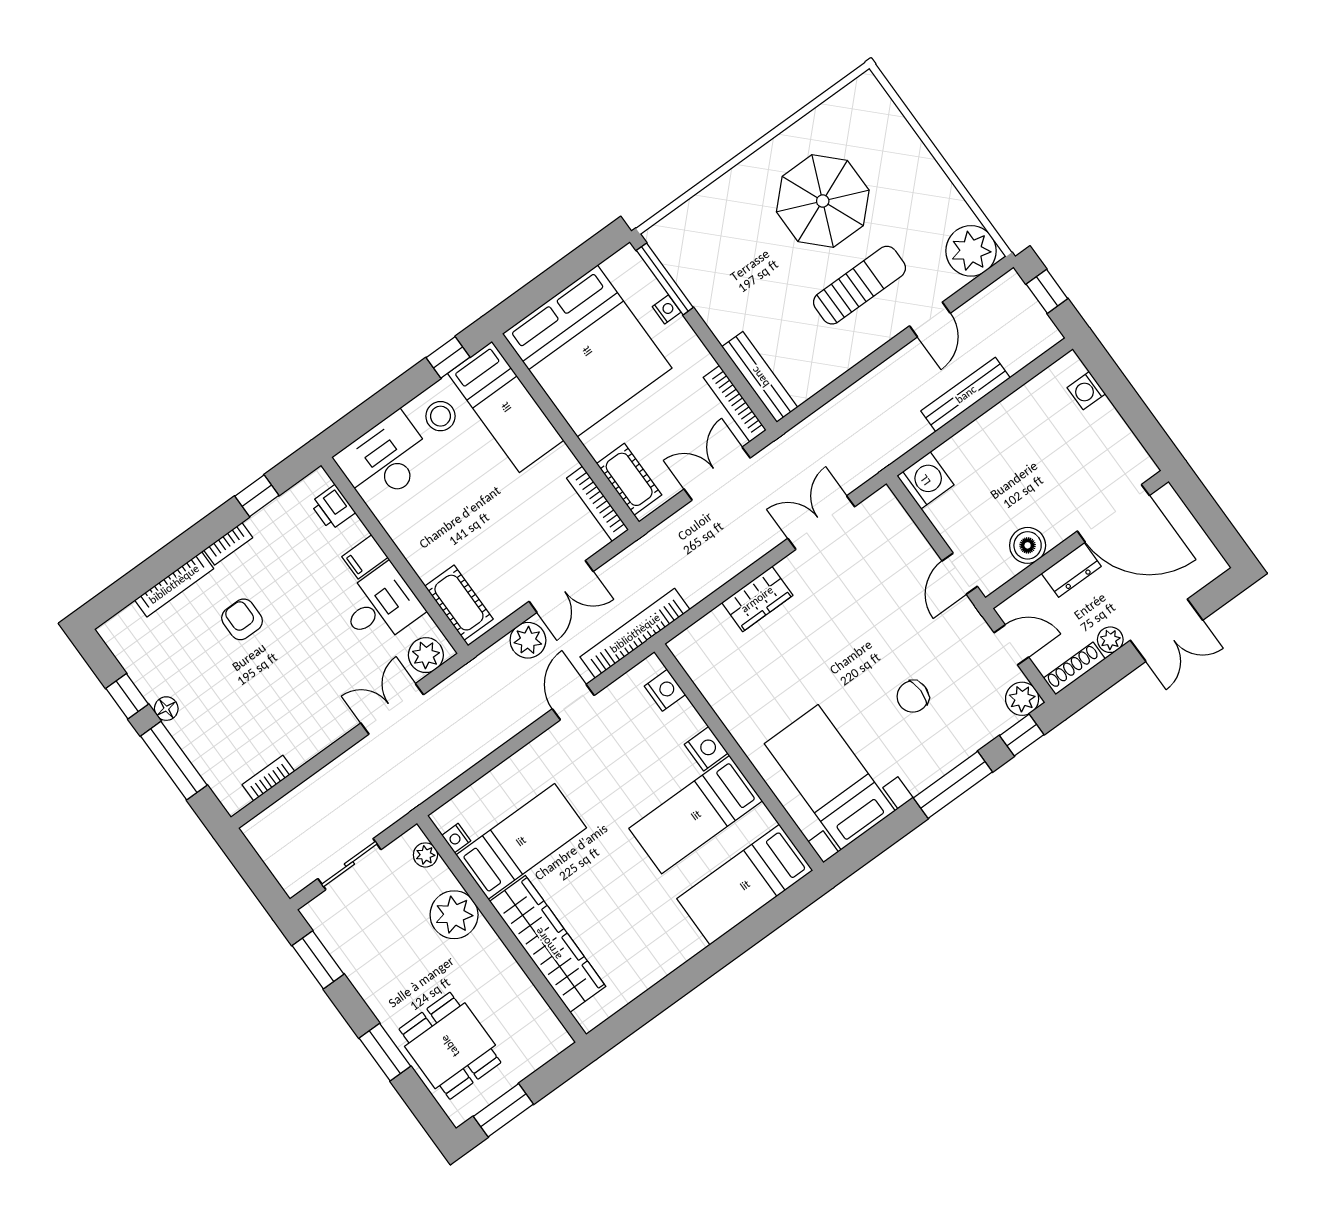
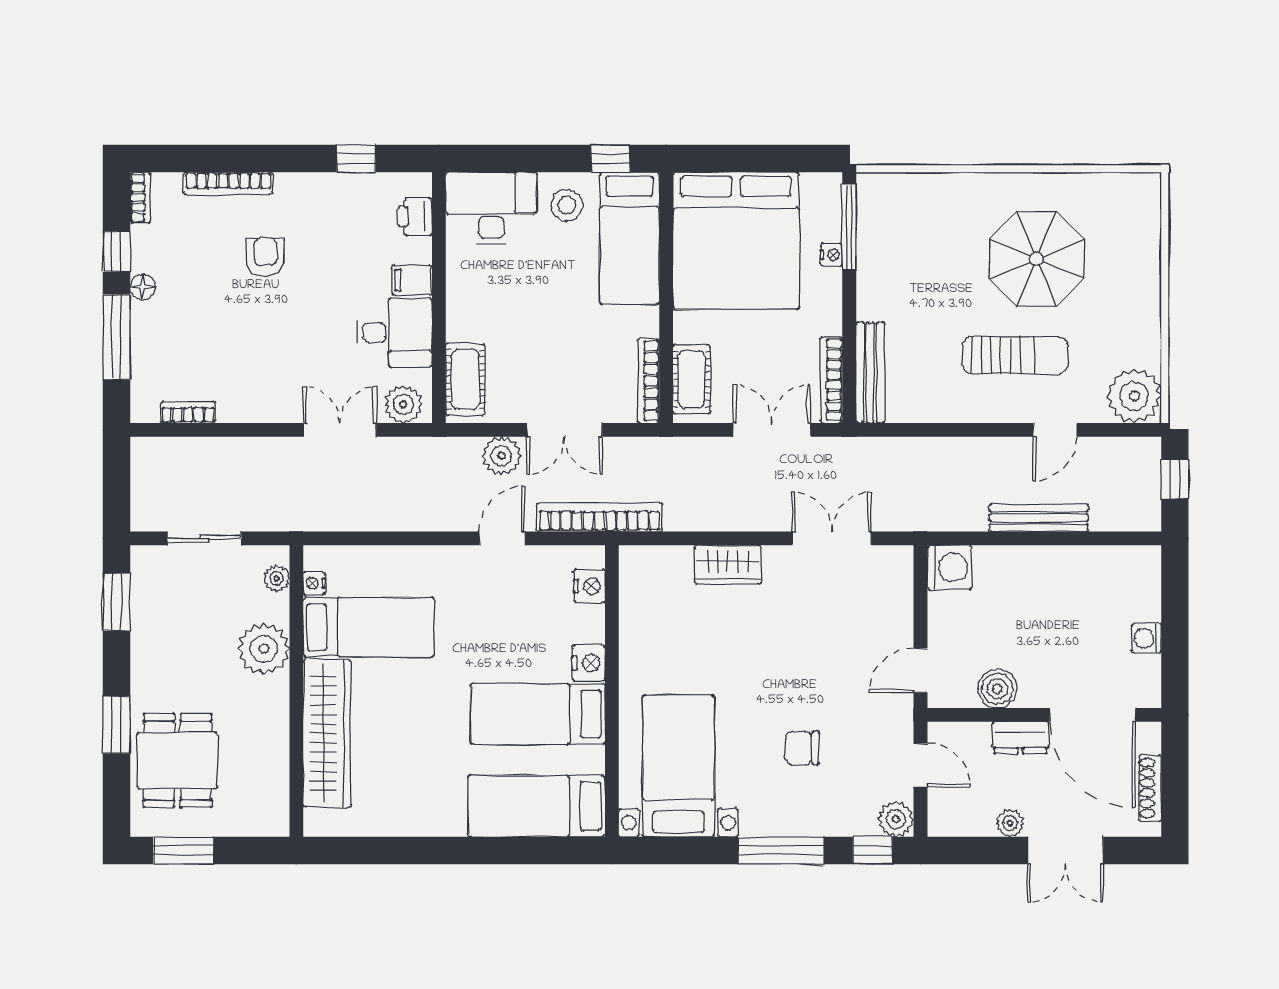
washing machine: (1086, 391) -> (1146, 638), moved
bookcase: (228, 544) -> (140, 198), moved, turned -90
shoe rack: (1074, 669) -> (1150, 788), moved, turned -90

